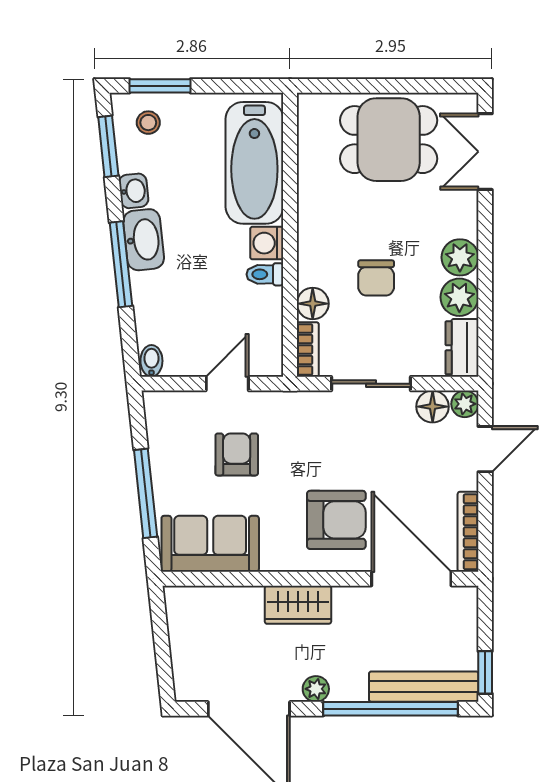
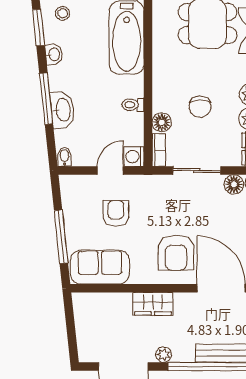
washbasin: (144, 240) -> (63, 110), moved
washing machine: (267, 243) -> (134, 157), moved
armchair: (336, 520) -> (176, 253), turned 90

